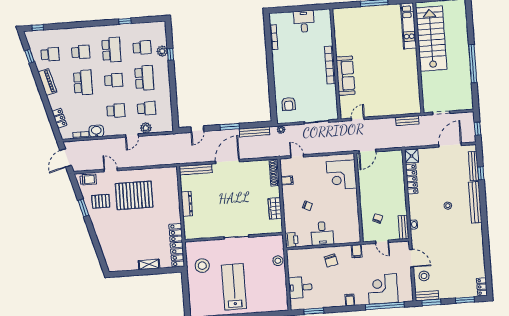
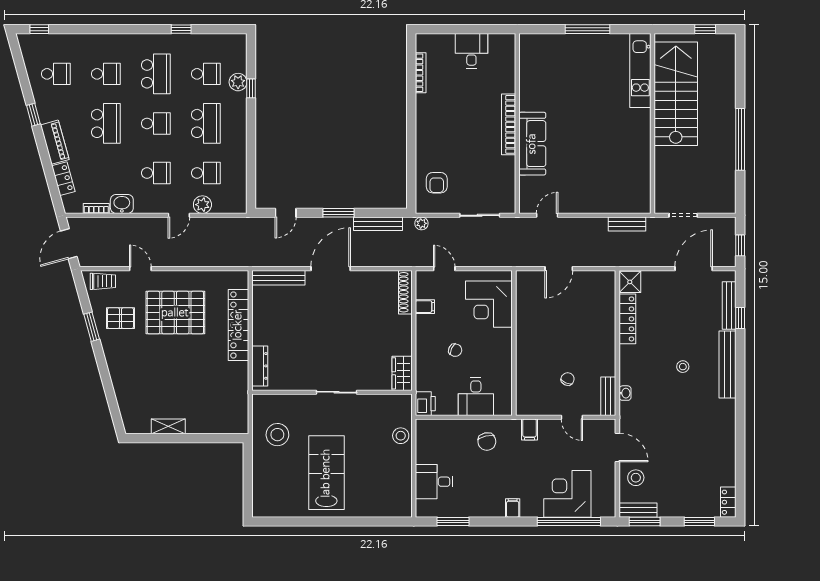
window: (30, 56) -> (33, 115), moved
piano: (47, 82) -> (55, 142), moved
corner desk: (341, 175) -> (489, 304), moved
wall: (359, 198) -> (514, 343), moved
dresser: (187, 204) -> (260, 366), moved
wardrobe: (275, 208) -> (402, 373), moved
locker: (177, 245) -> (238, 325), moved
shelving: (149, 264) -> (168, 426), moved

